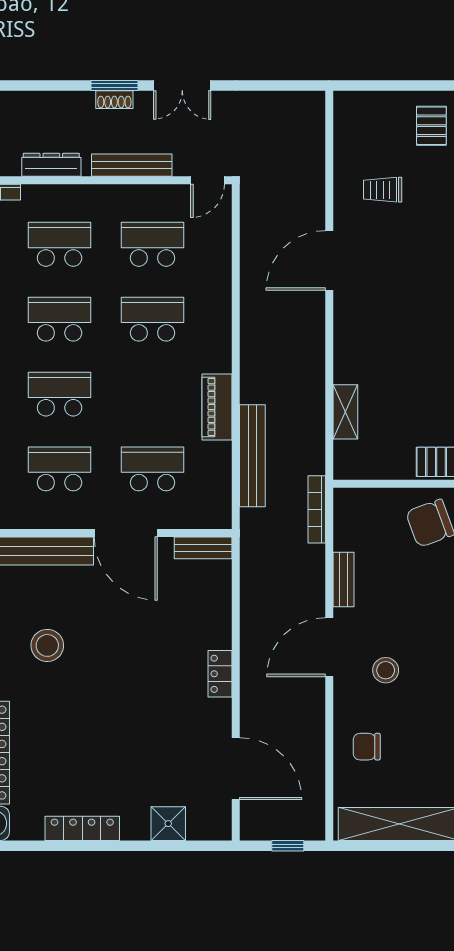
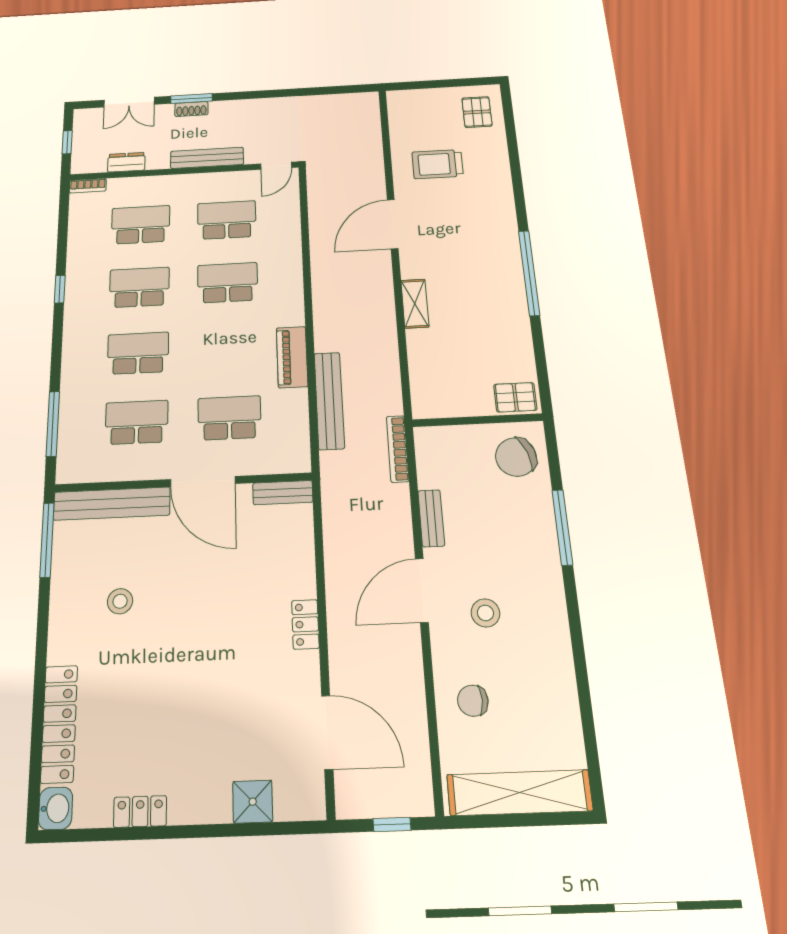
double door: (182, 85) -> (129, 102), moved
dresser: (51, 165) -> (126, 162), width x0.70
trolley: (383, 190) -> (438, 164), width x1.36, depth x1.39
shelving: (345, 412) -> (415, 304), moved
stool: (47, 645) -> (120, 601), width x0.73, depth x0.73
locker: (82, 828) -> (140, 811), width x0.66

